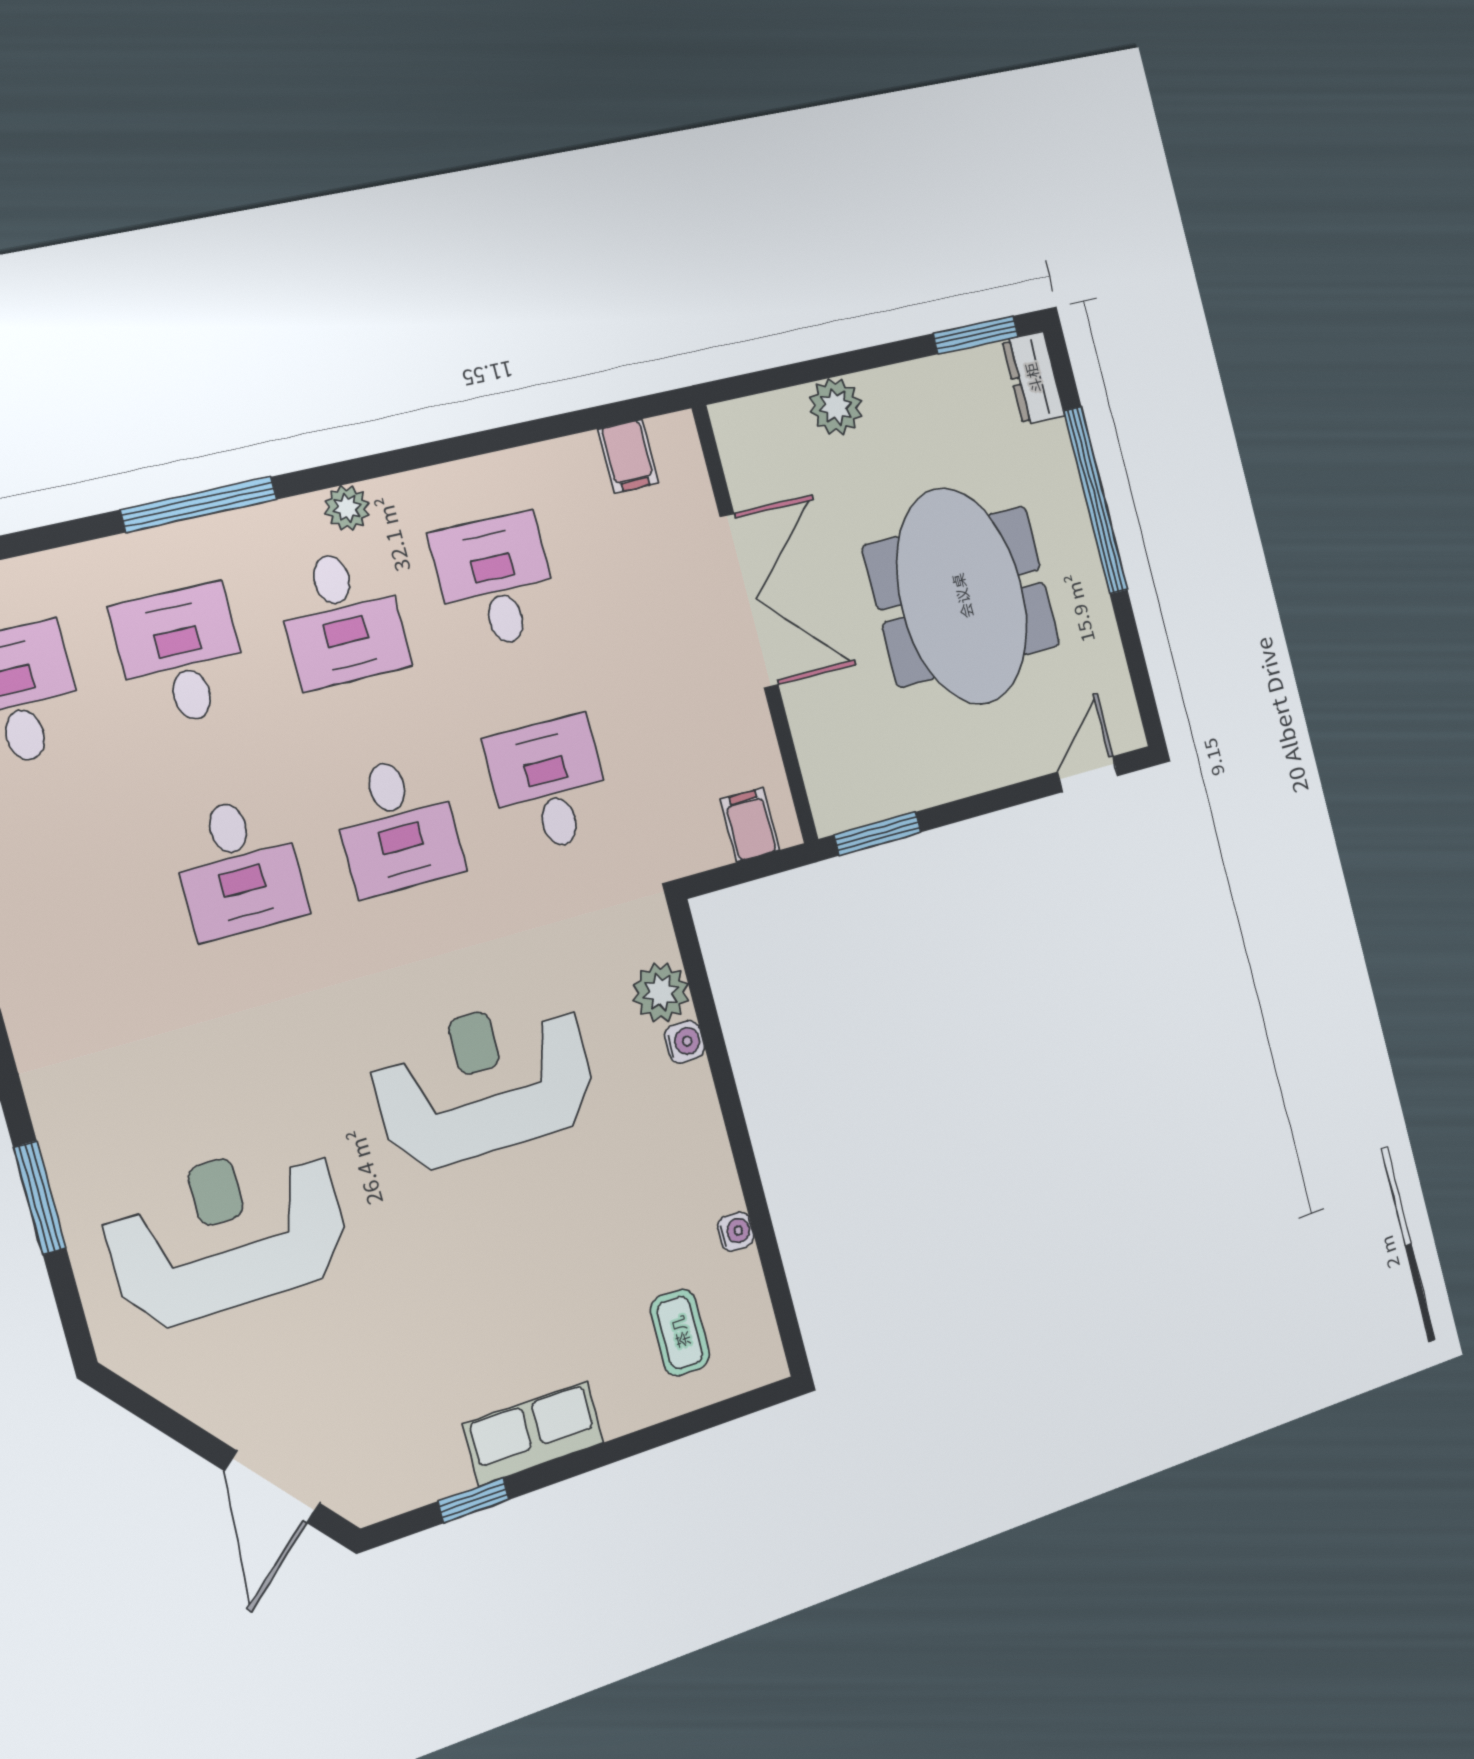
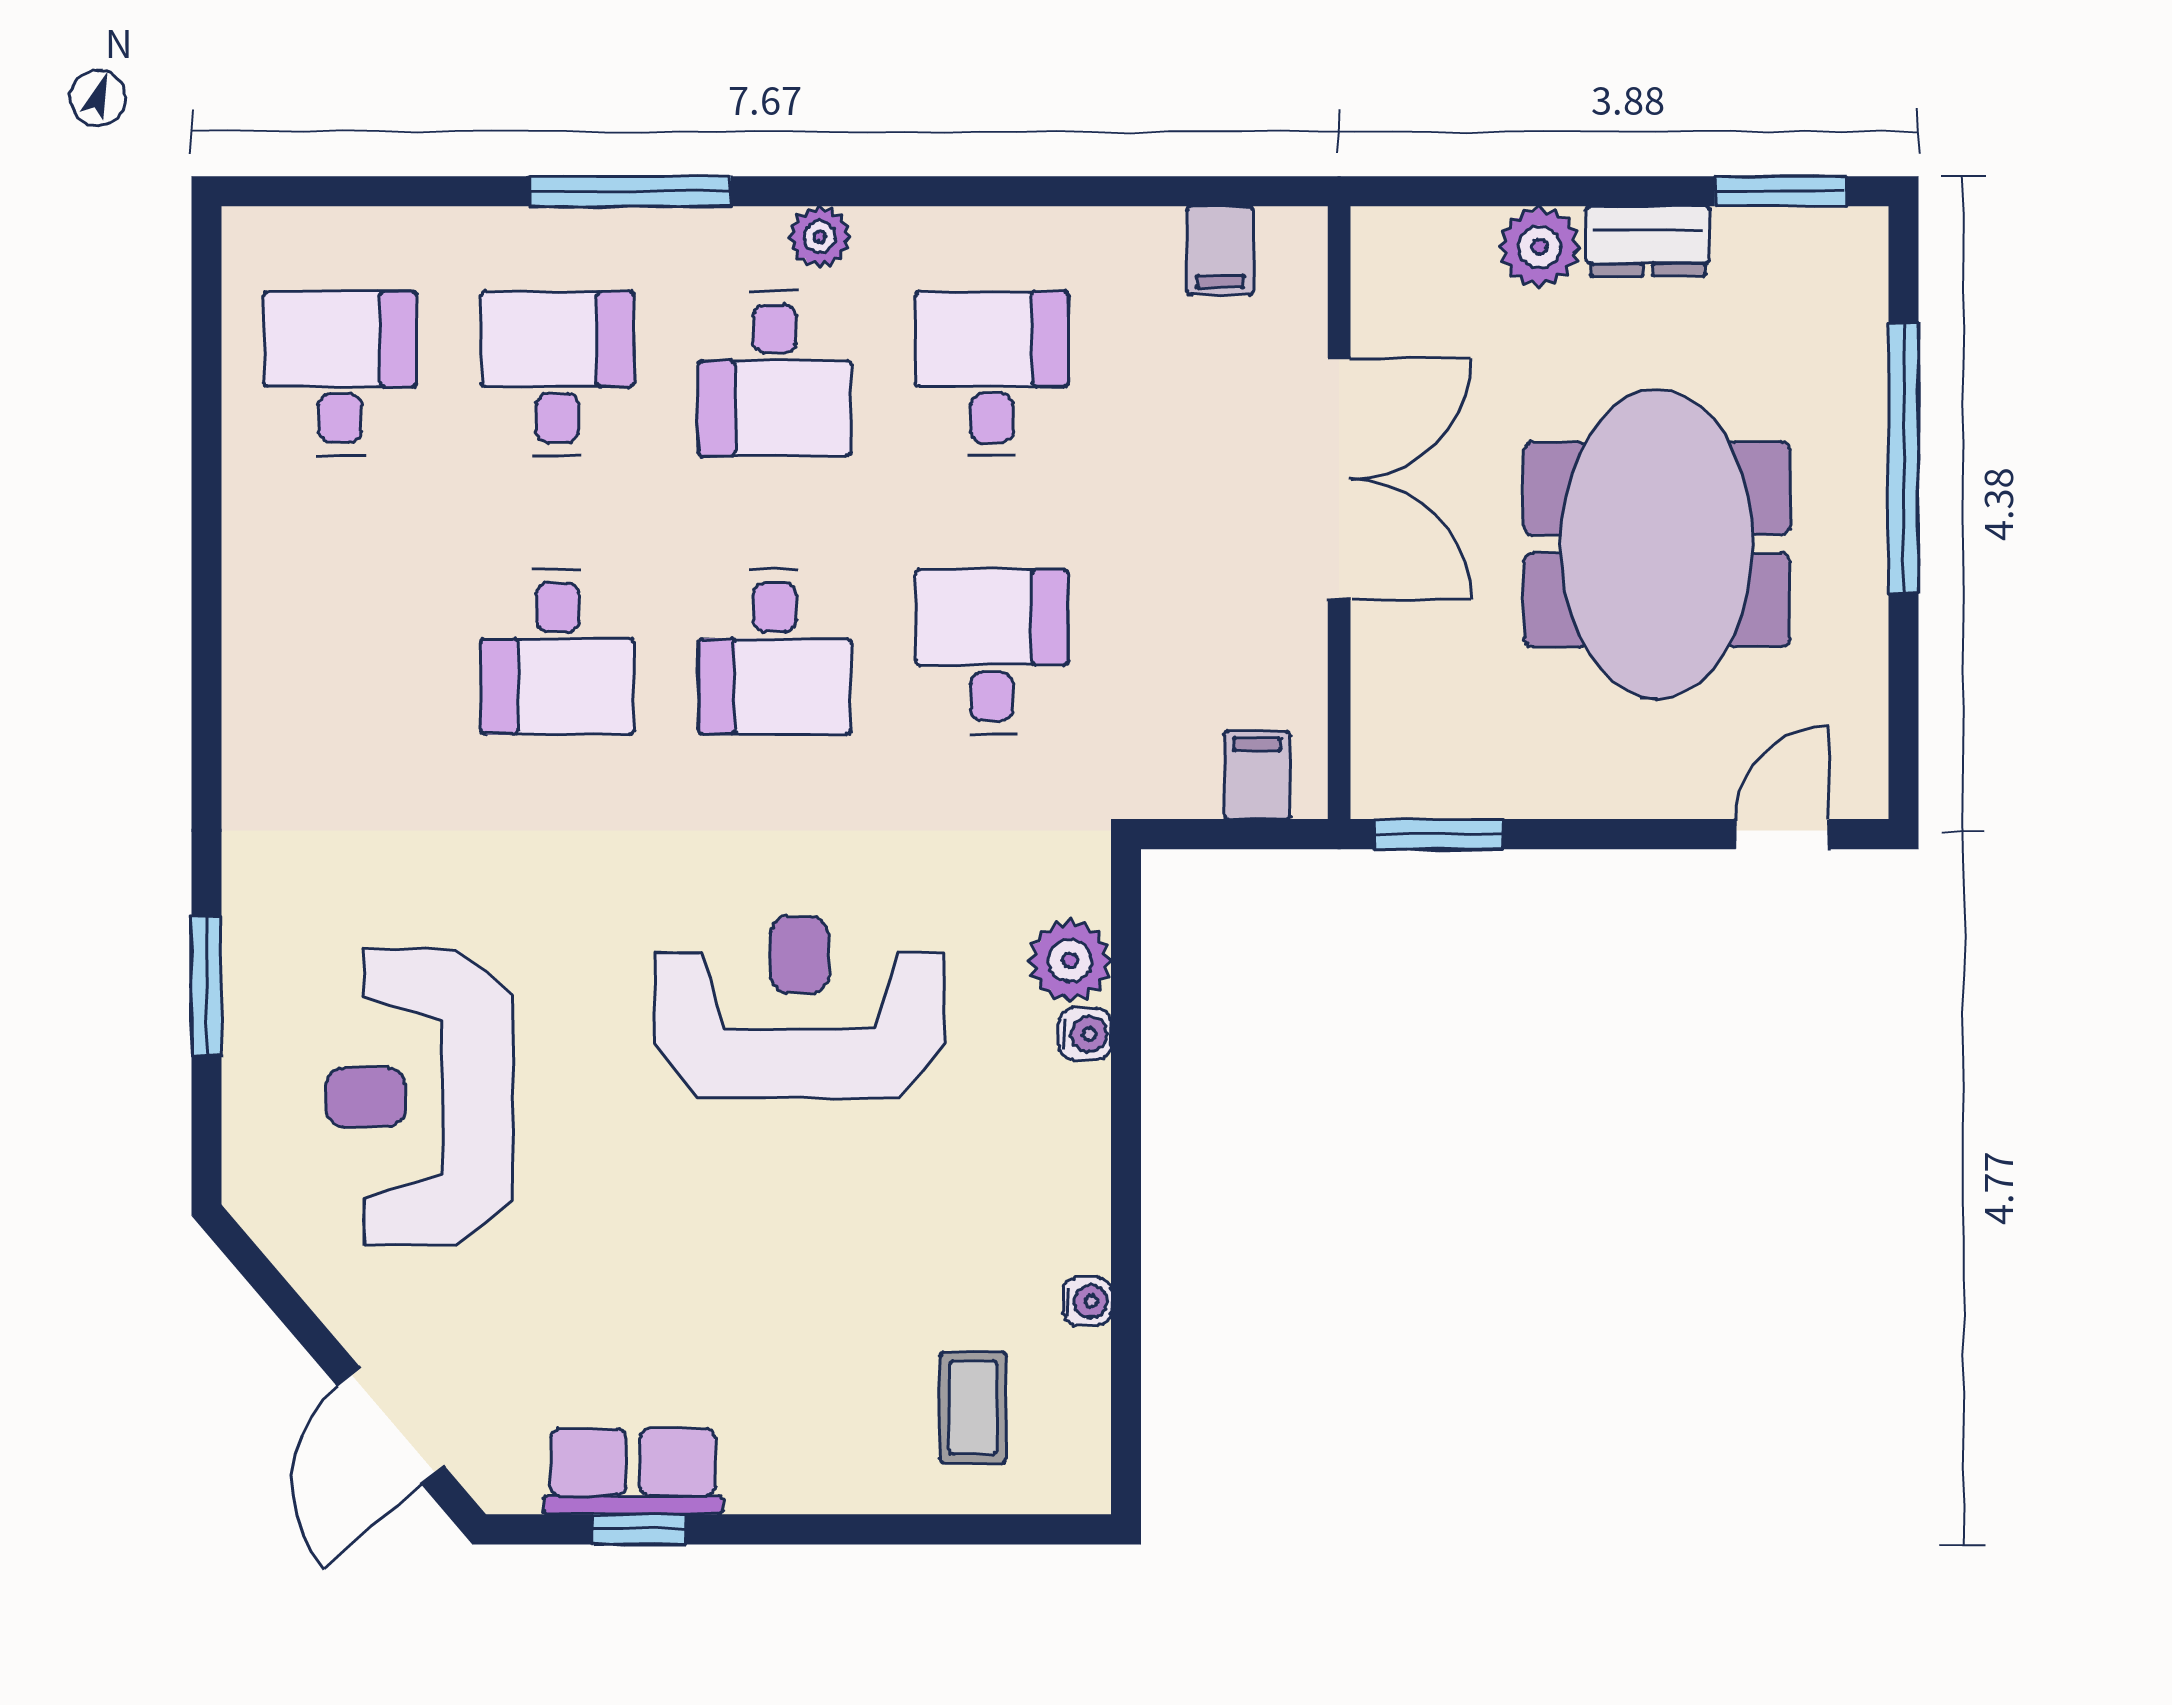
dresser: (1033, 378) -> (1648, 241), moved, turned -90
reception desk: (227, 1233) -> (420, 1097), turned -90
row of seats: (533, 1433) -> (633, 1471), moved

